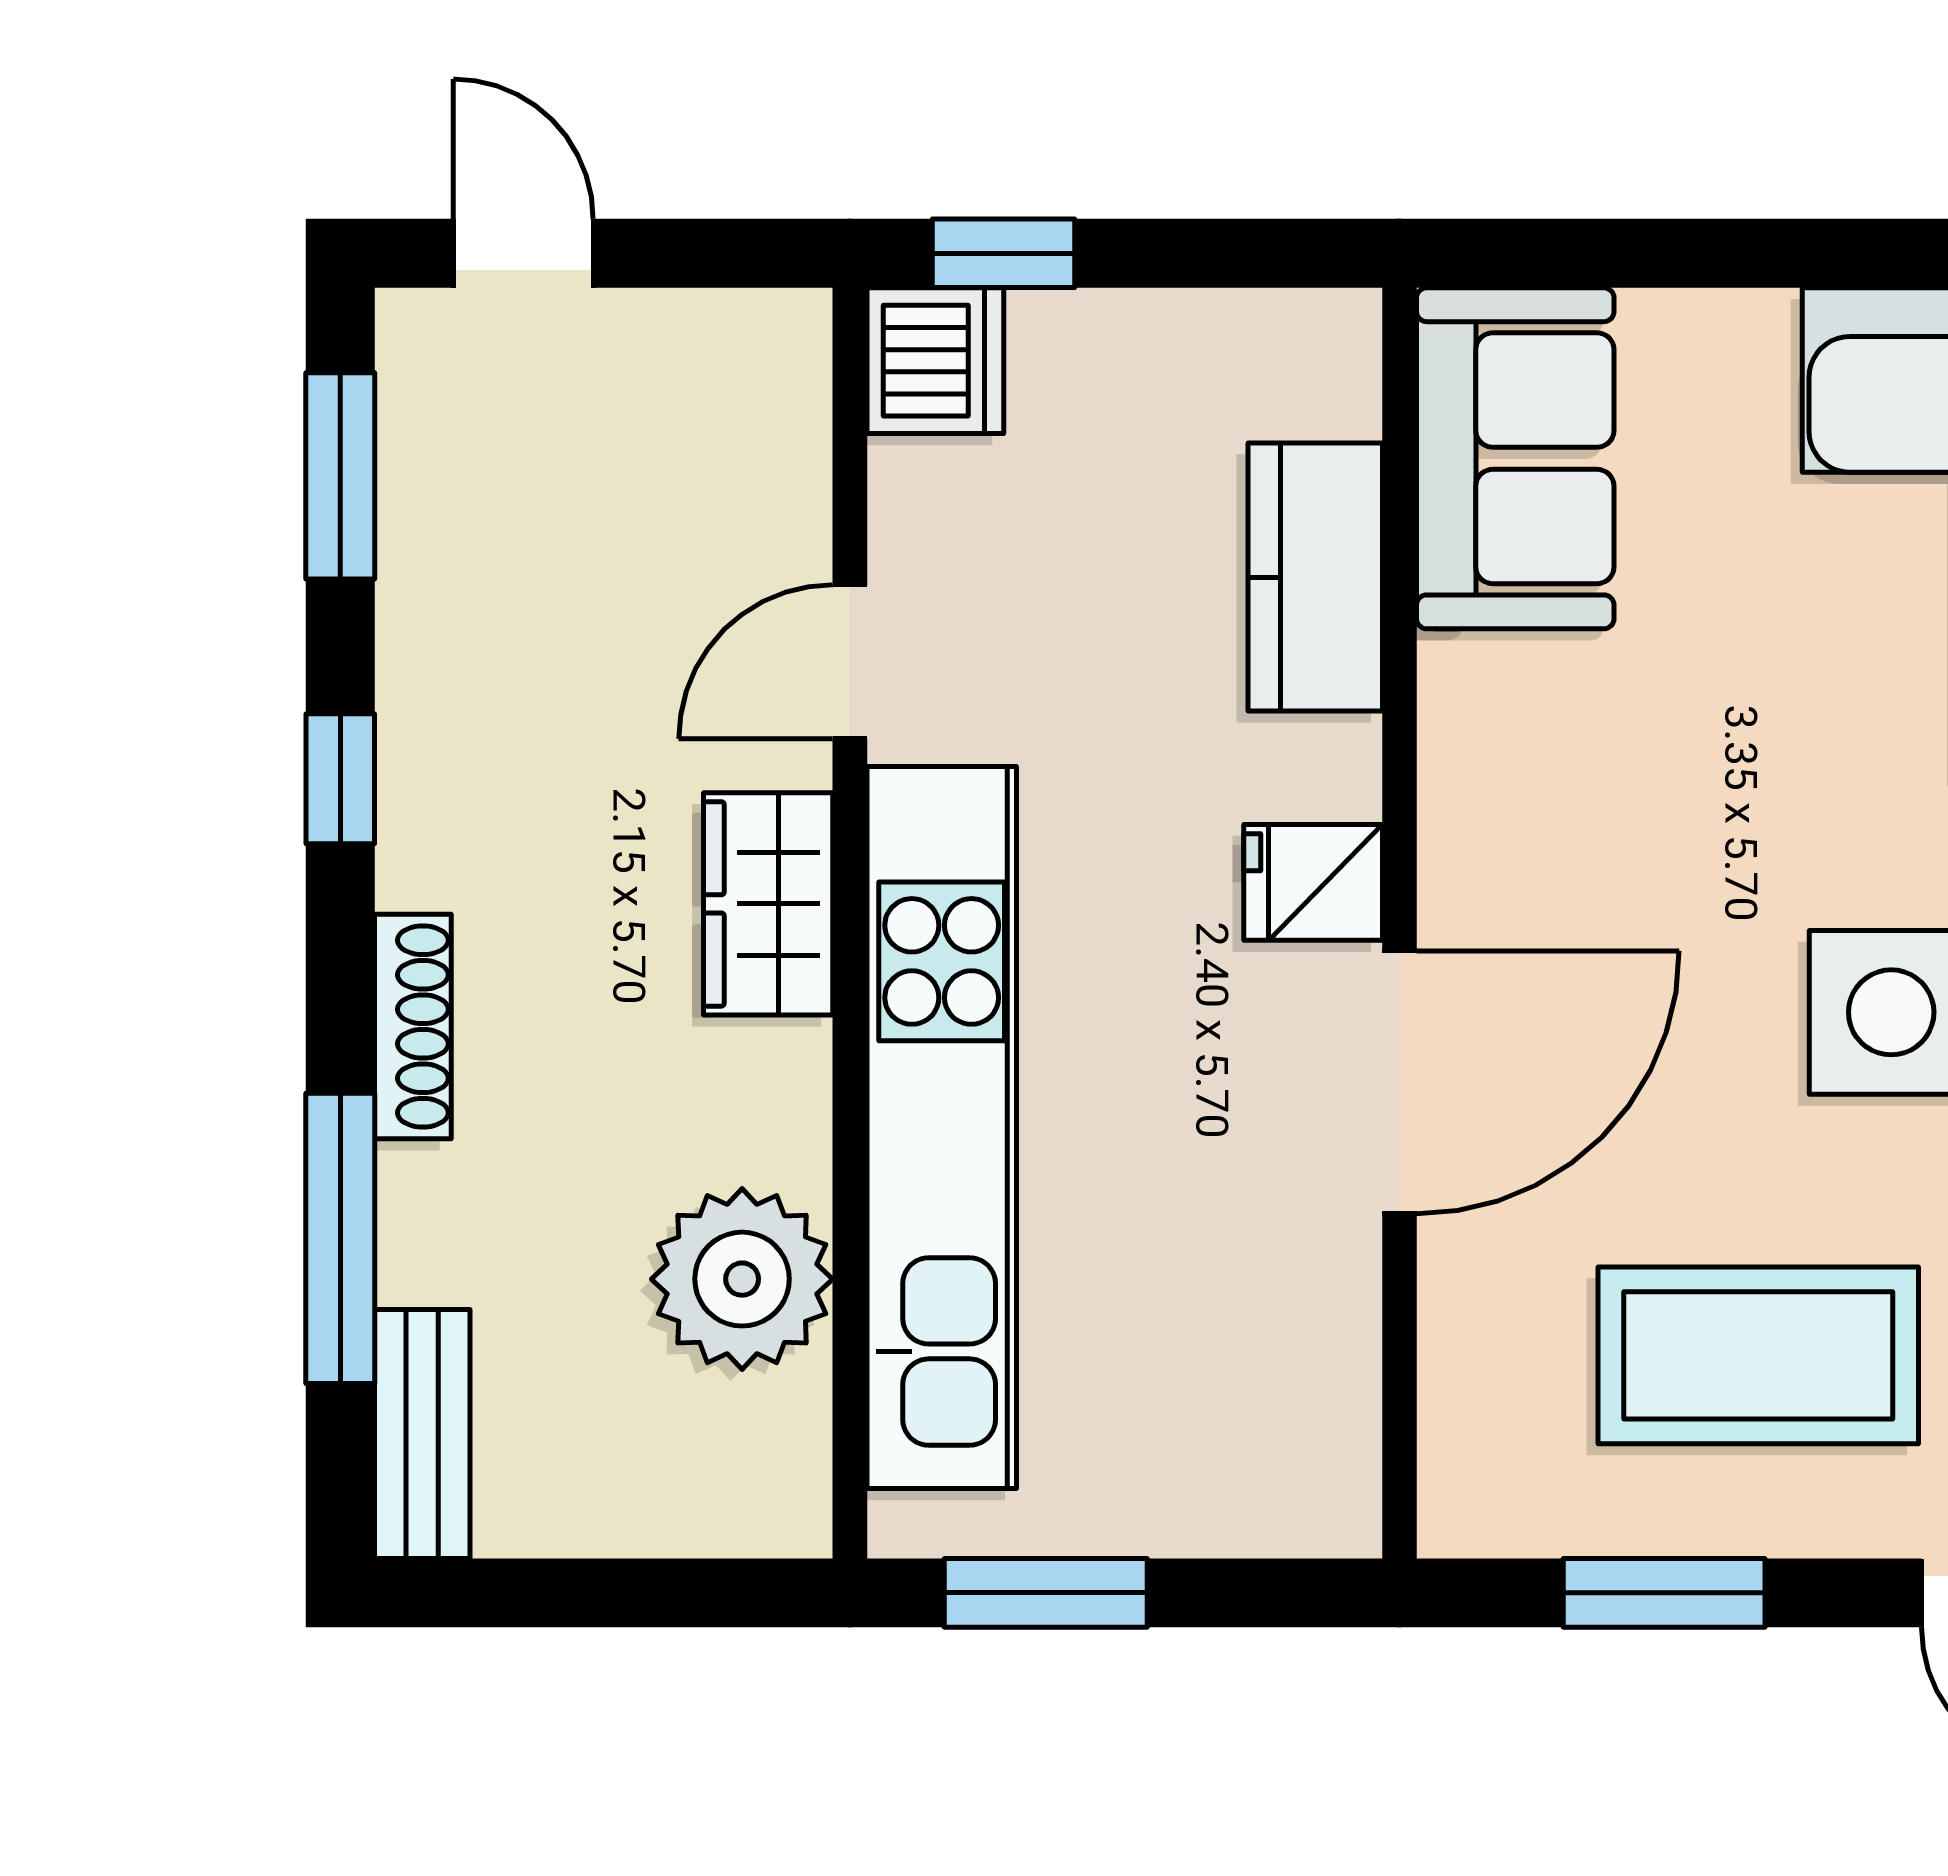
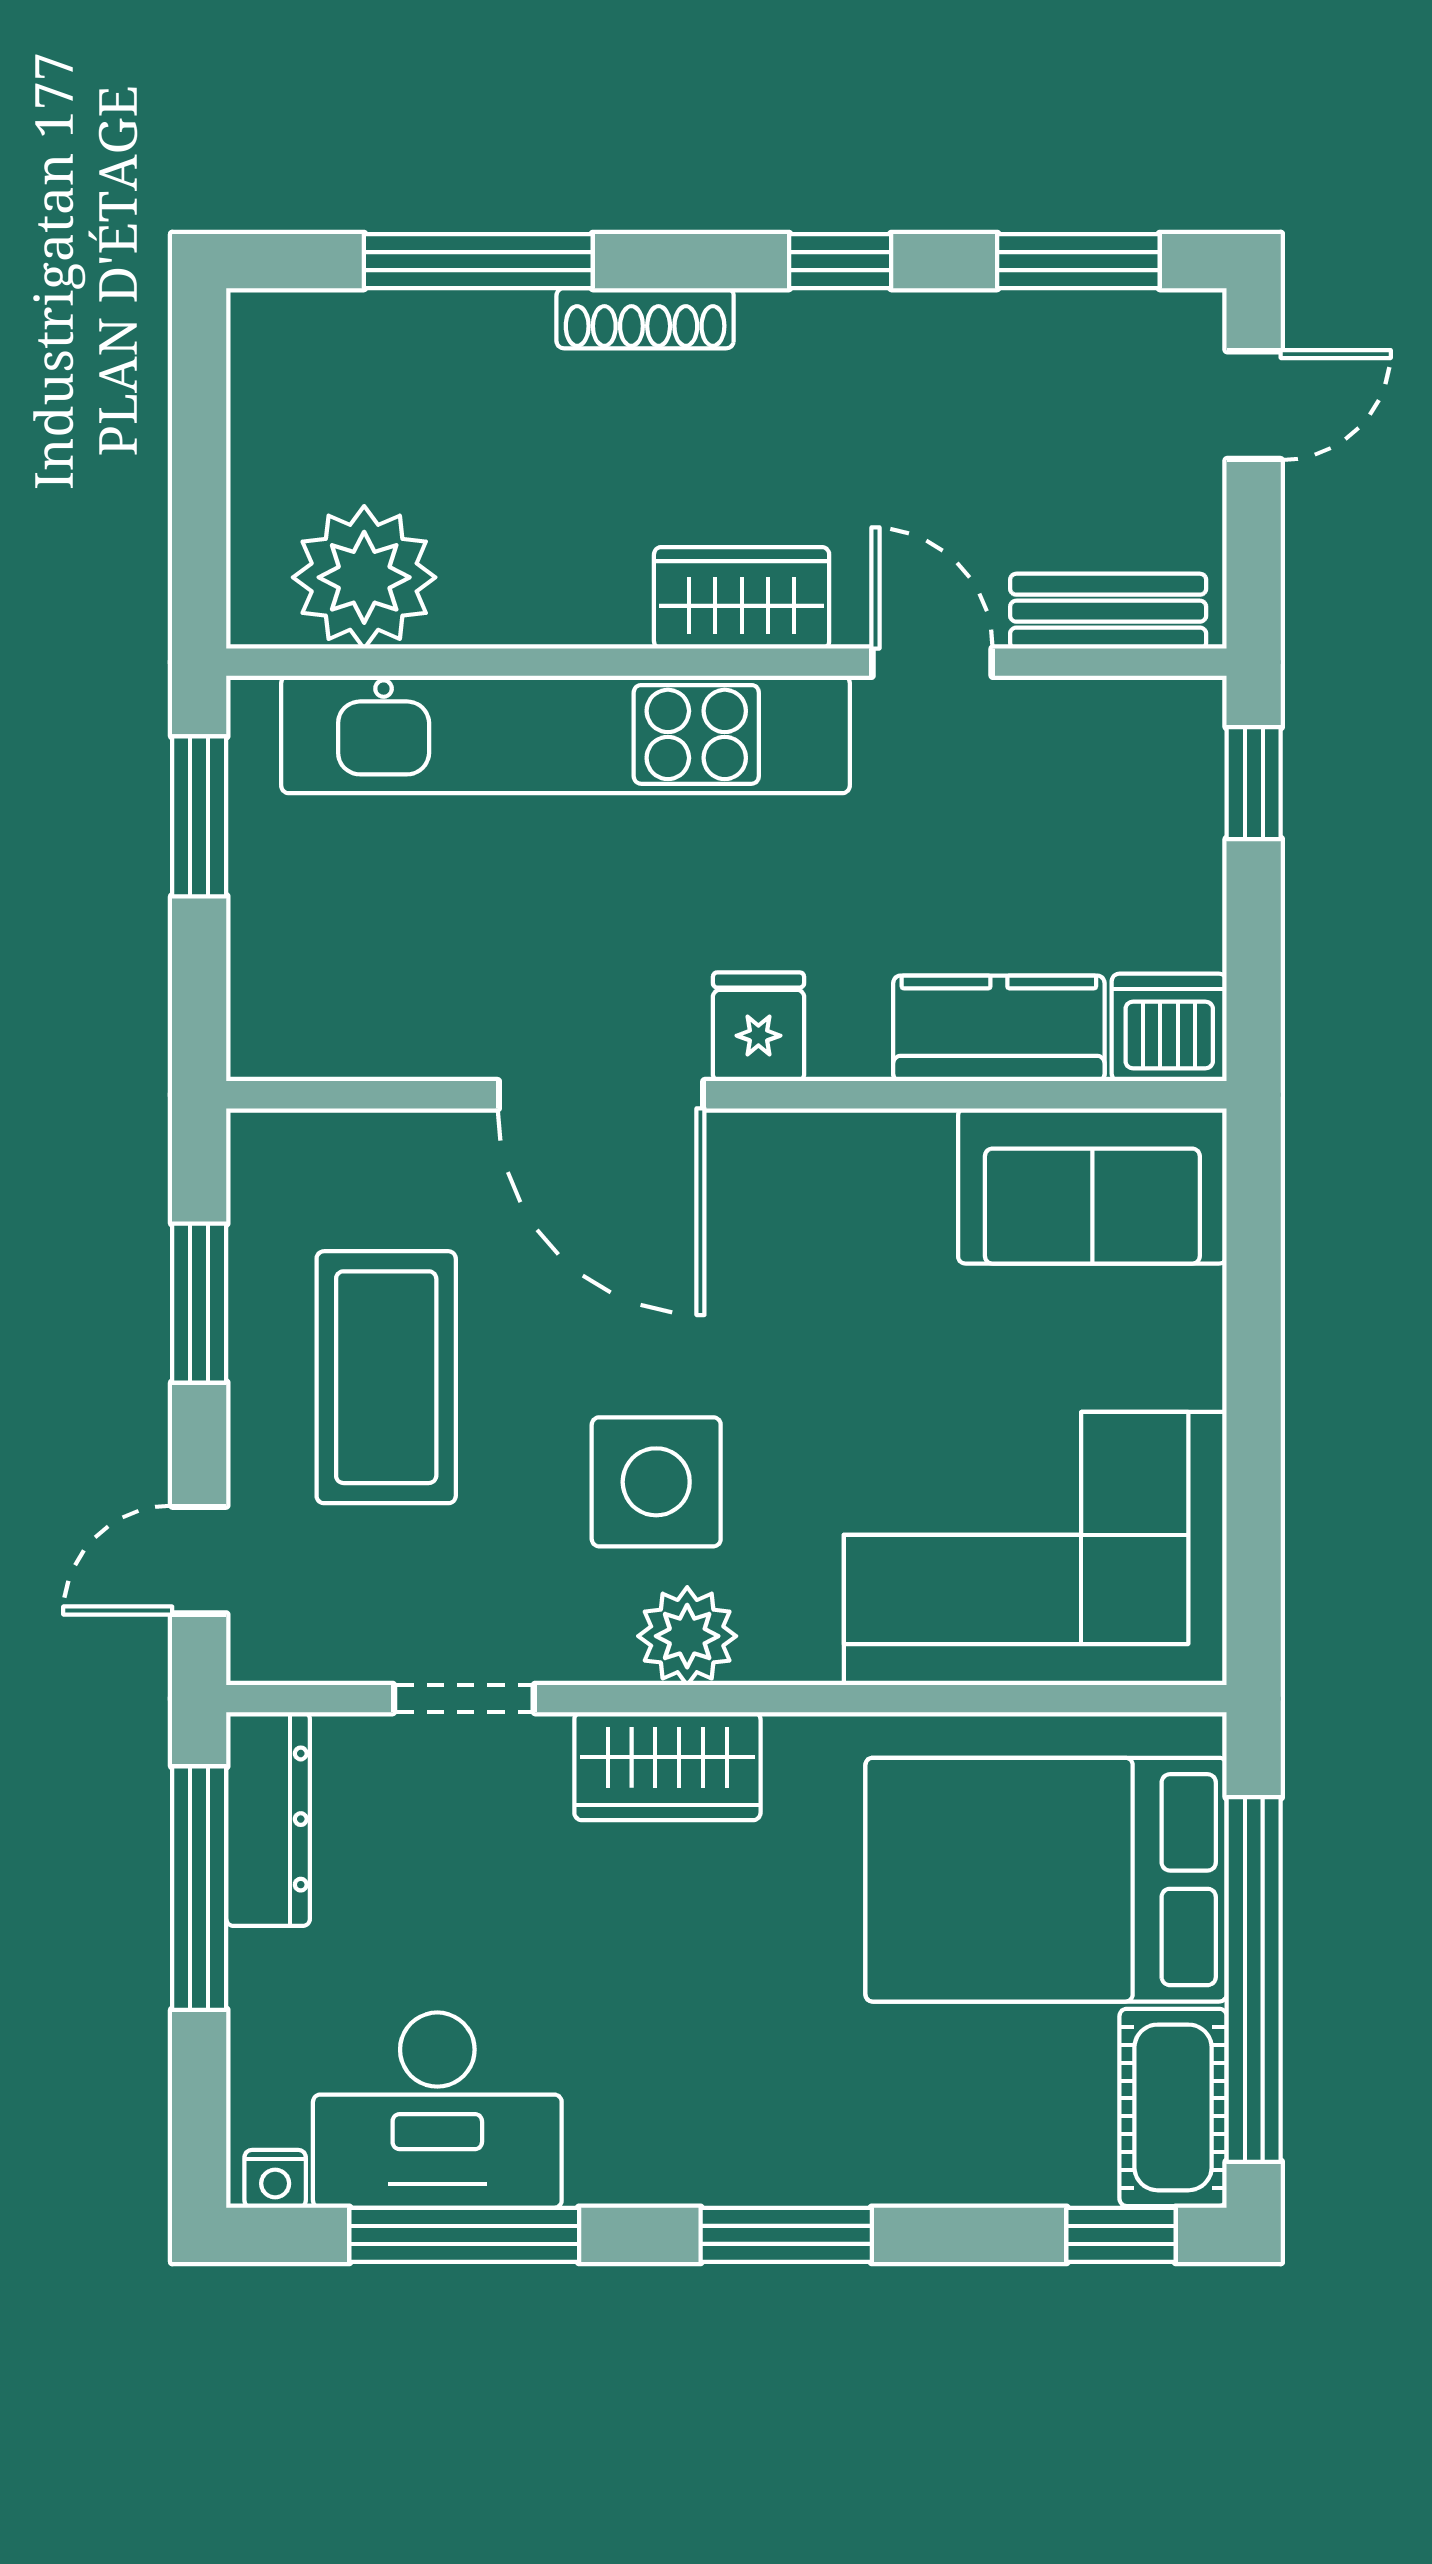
dishwasher: (935, 361) -> (1169, 1027), moved, turned 180
plant: (742, 1279) -> (364, 577), moved
bench: (422, 1434) -> (1108, 611), moved

